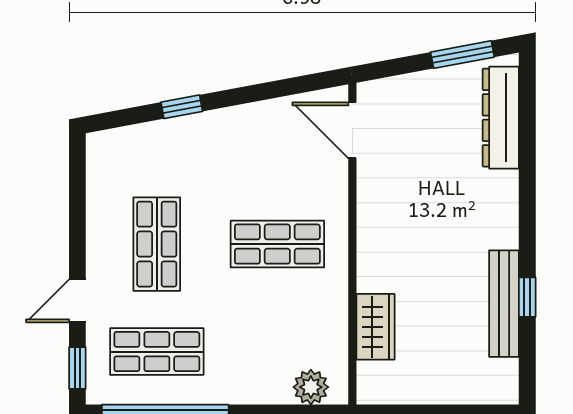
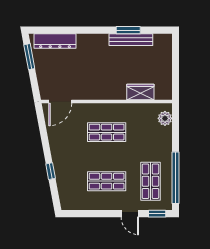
shop shelf: (277, 244) -> (107, 132), turned 90
window: (527, 297) -> (128, 30), width x1.50

